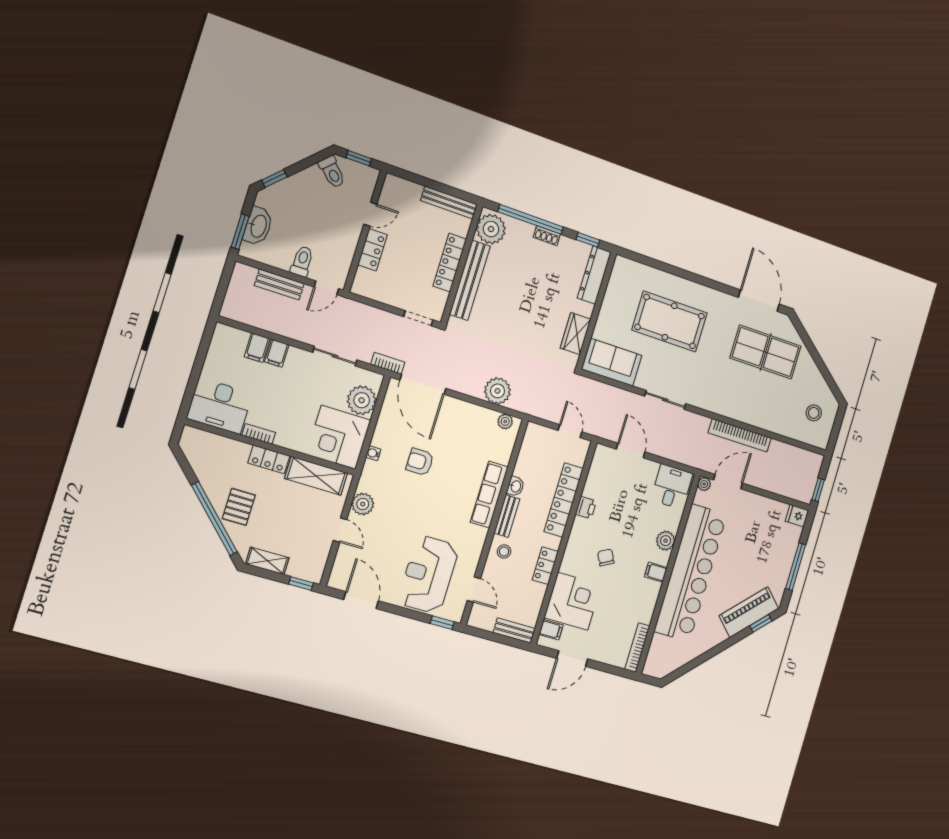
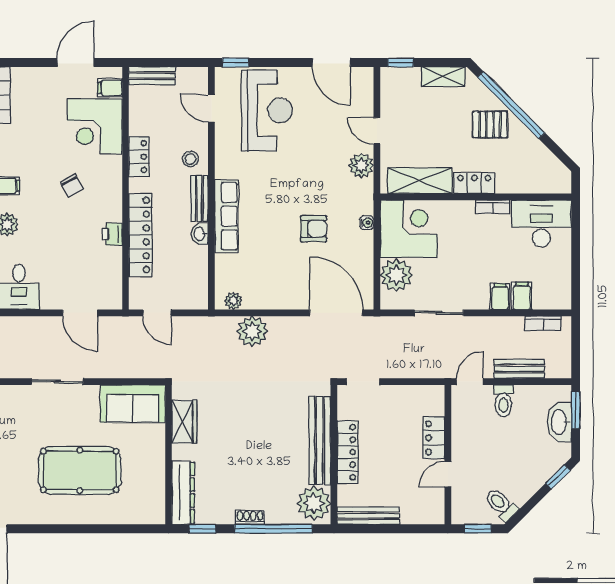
bookcase: (388, 363) -> (543, 323), moved
pallet: (239, 507) -> (490, 125), turned 90

